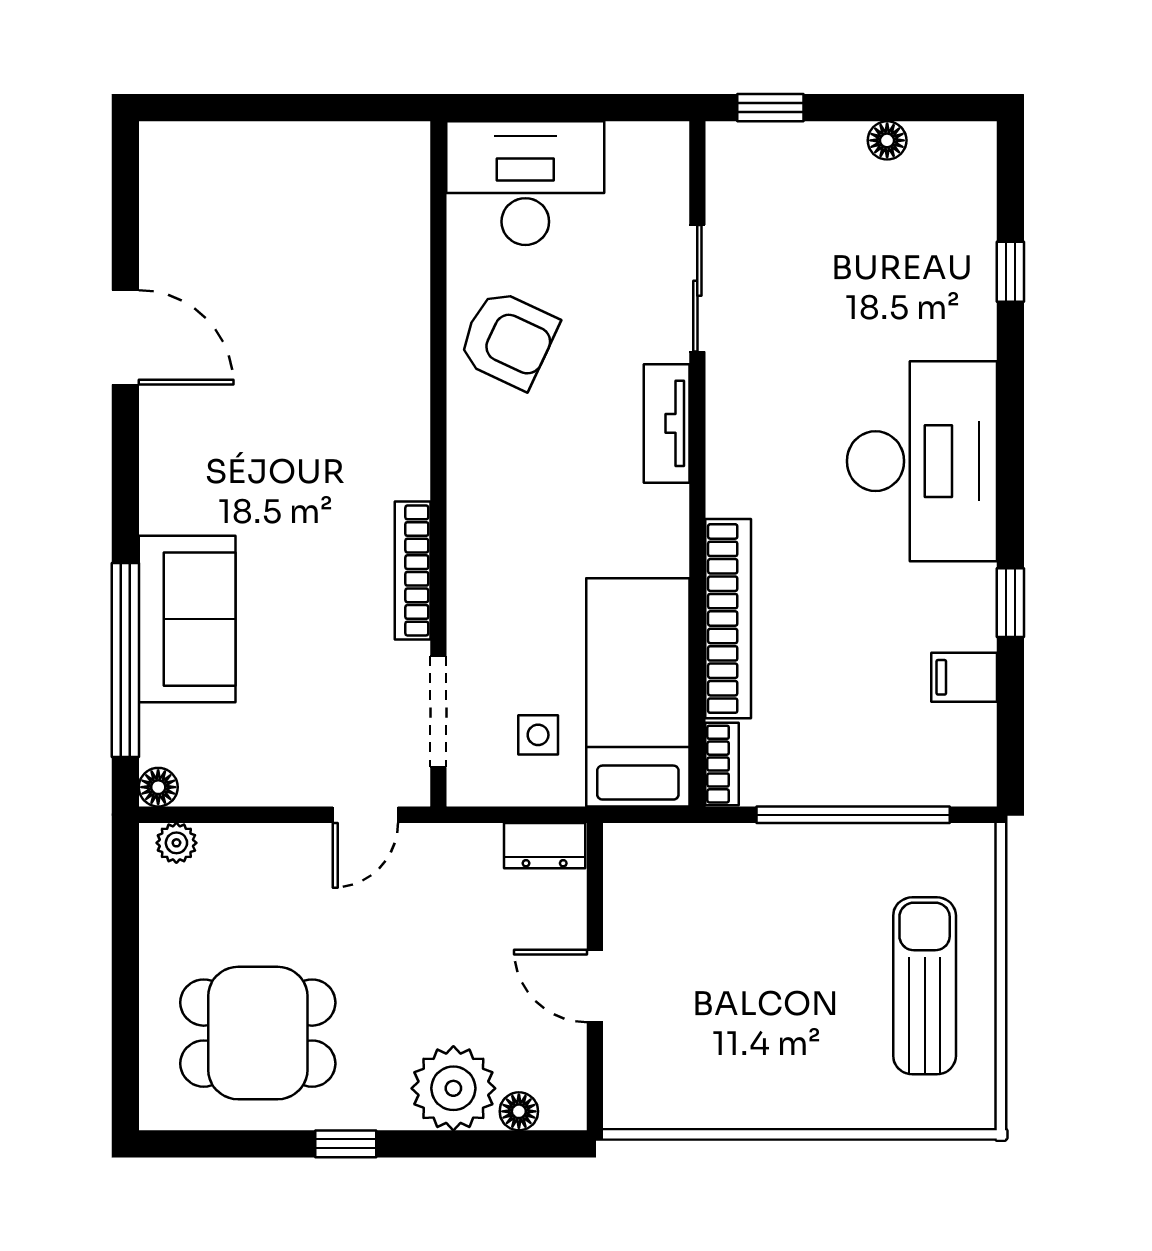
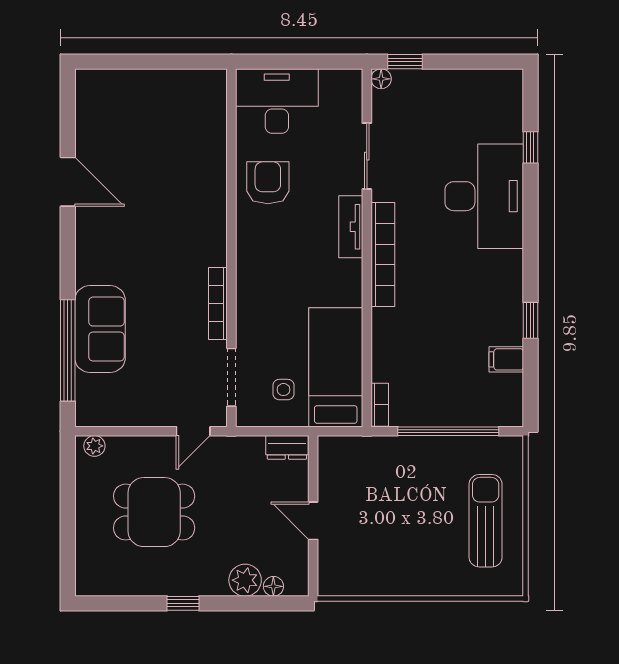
floor lamp: (887, 140) -> (381, 79), moved
armchair: (508, 339) -> (268, 183), turned -115
desk: (922, 461) -> (484, 196), moved
bookcase: (728, 619) -> (383, 255), moved
floor lamp: (158, 787) -> (85, 417), removed
dining table: (258, 1033) -> (154, 512), moved
plant: (453, 1088) -> (245, 580), width x0.73, depth x0.73

